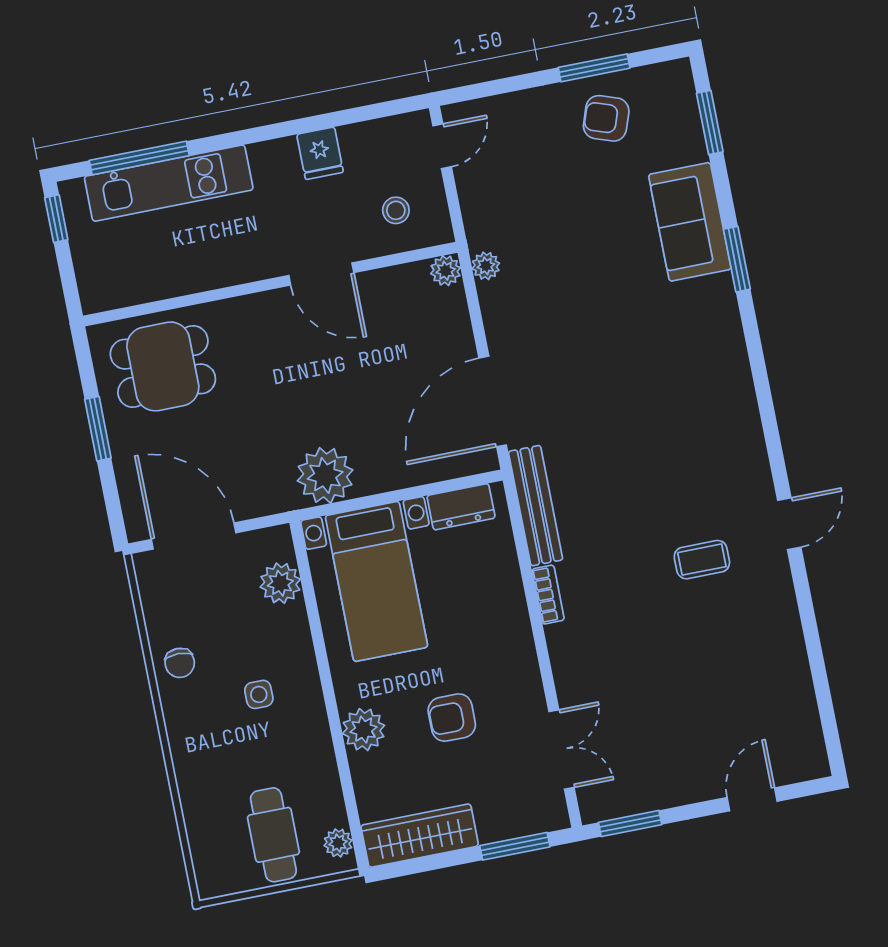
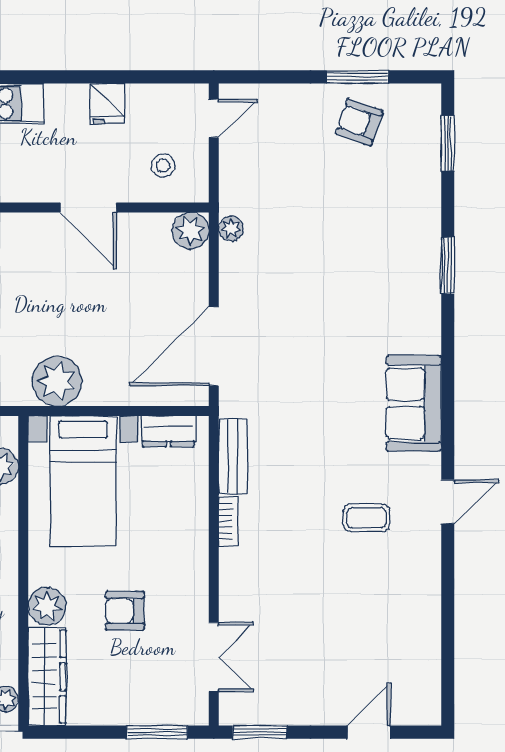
sofa: (690, 222) -> (414, 403), moved
plant: (446, 271) -> (190, 231), width x1.38, depth x1.38
bench: (536, 506) -> (233, 457), width x0.73
wardrobe: (420, 836) -> (47, 677), moved, turned 90

